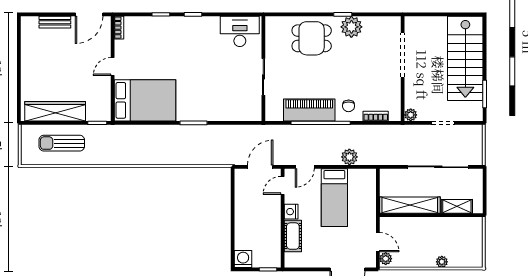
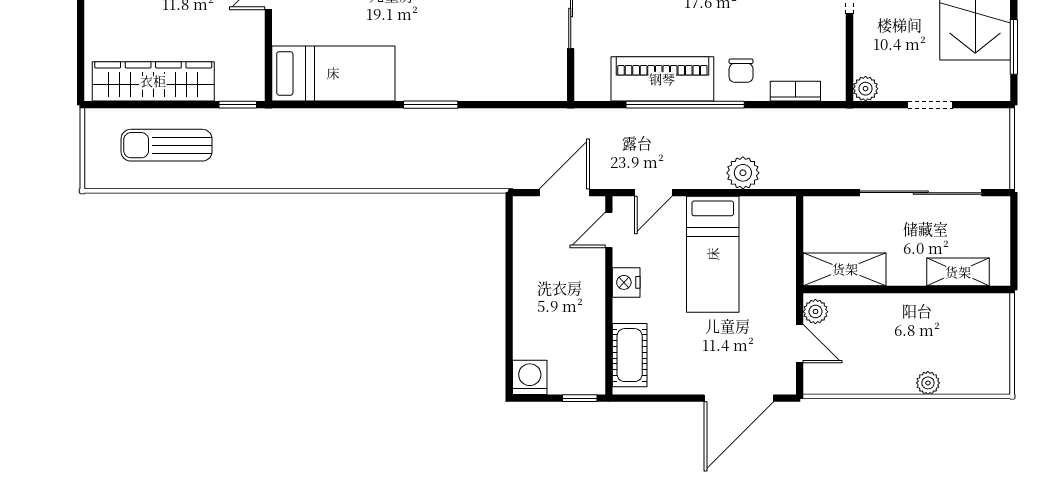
bed: (145, 100) -> (333, 73), width x0.67
shelving: (410, 205) -> (845, 269), width x0.68
cot: (293, 236) -> (630, 355), moved
plant: (386, 259) -> (815, 312), moved

